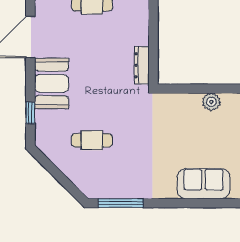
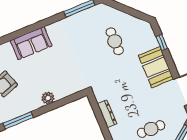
dresser: (142, 65) -> (107, 114), moved
cafe table: (92, 140) -> (115, 41), turned 90

